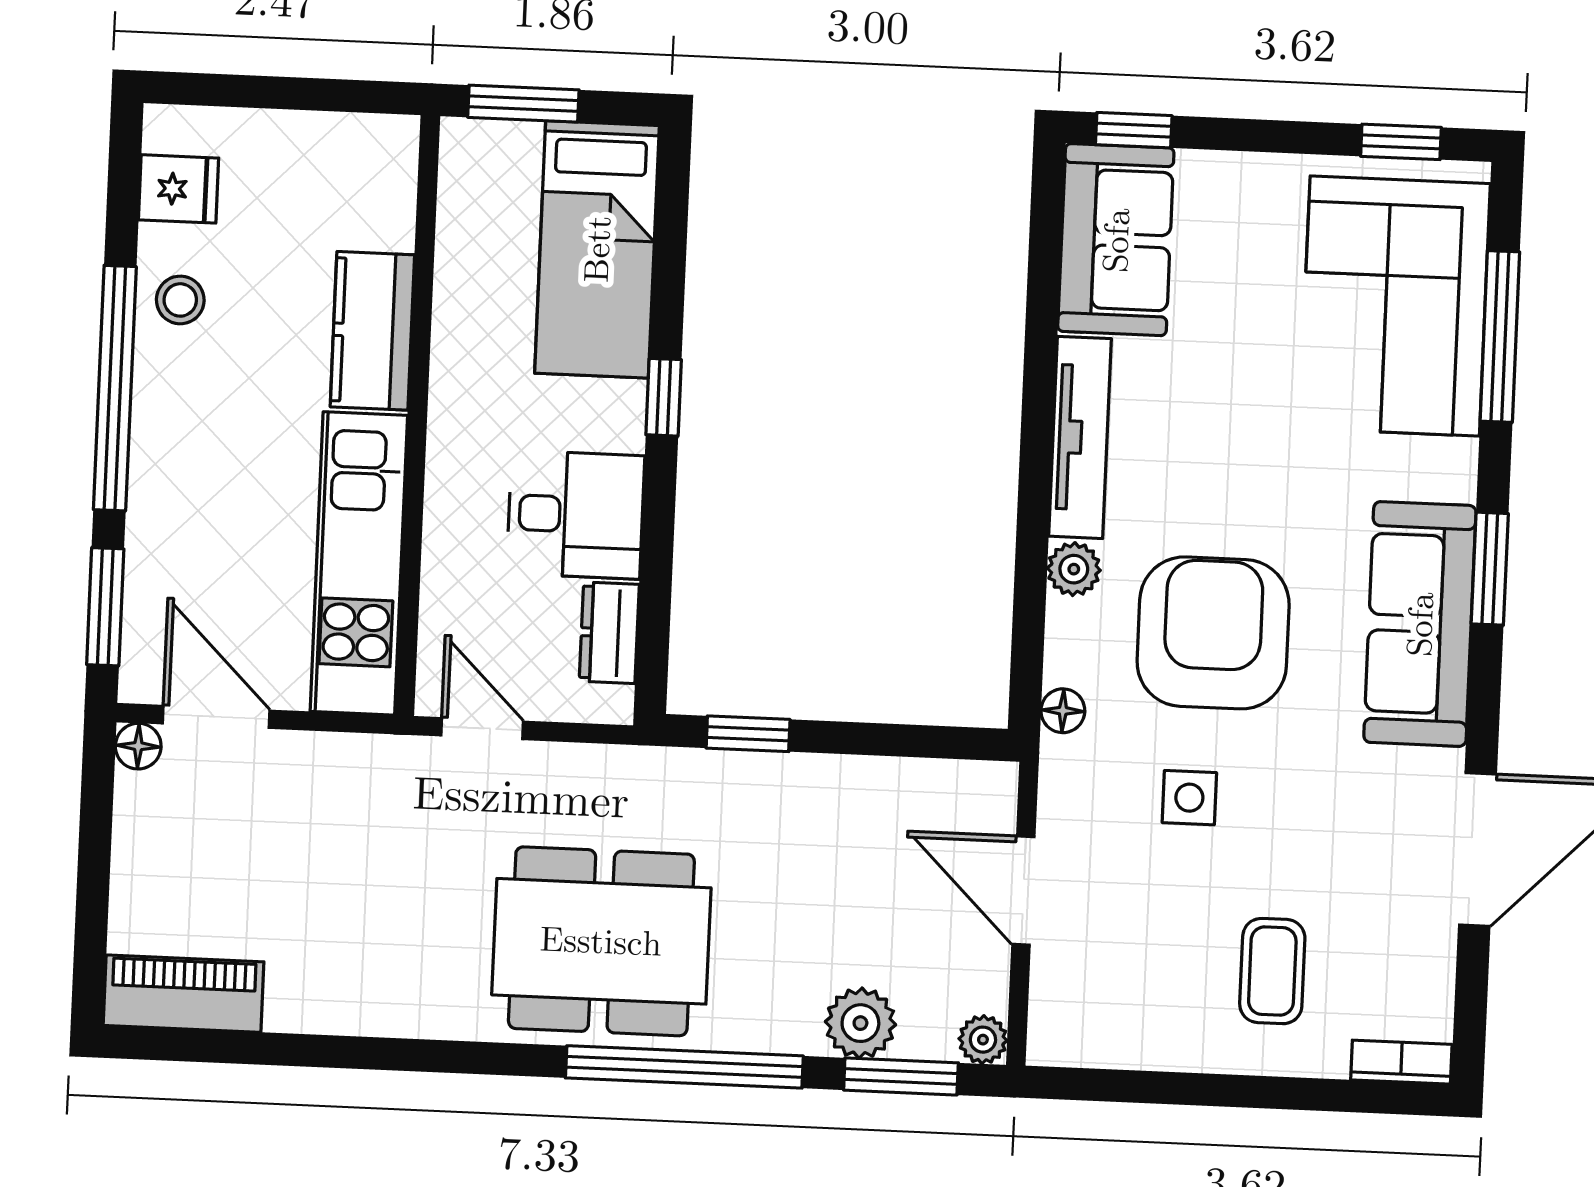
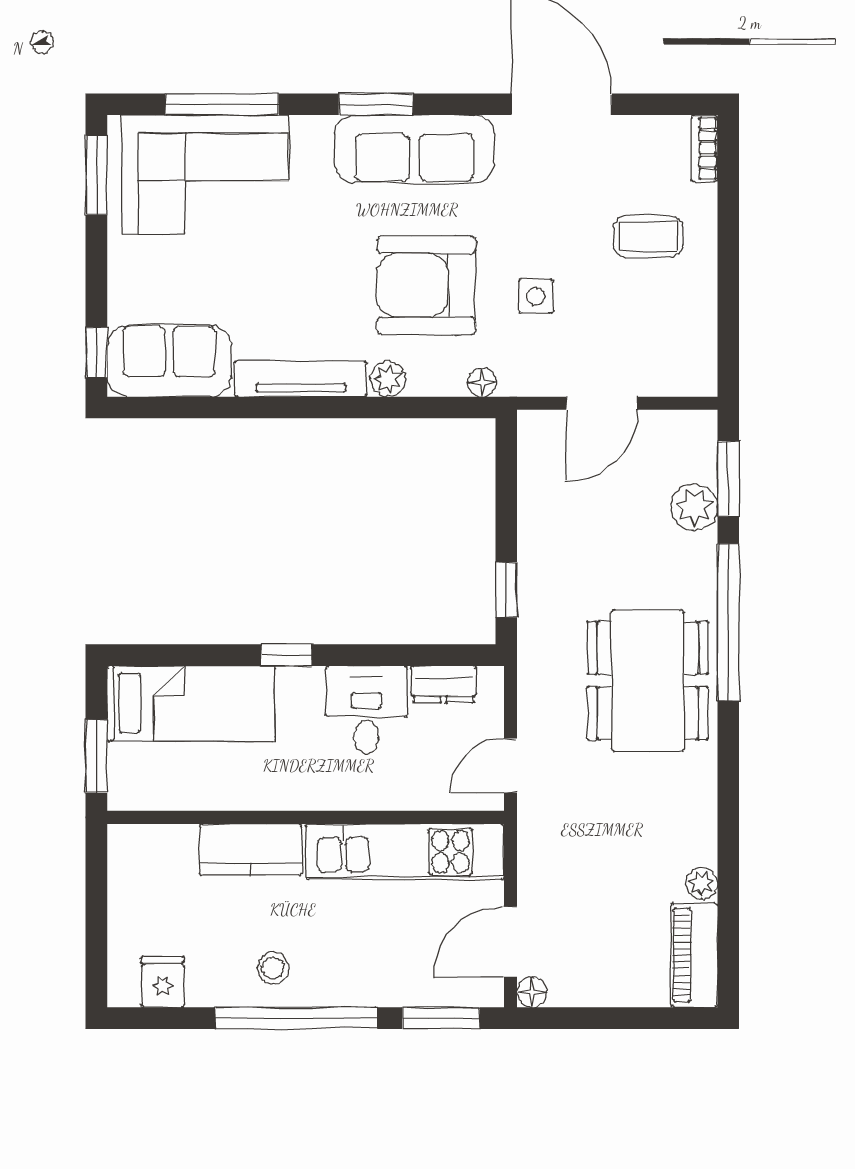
window: (1401, 142) -> (96, 175), width x1.50
stool: (180, 300) -> (273, 968), moved
plant: (983, 1040) -> (702, 884), moved

